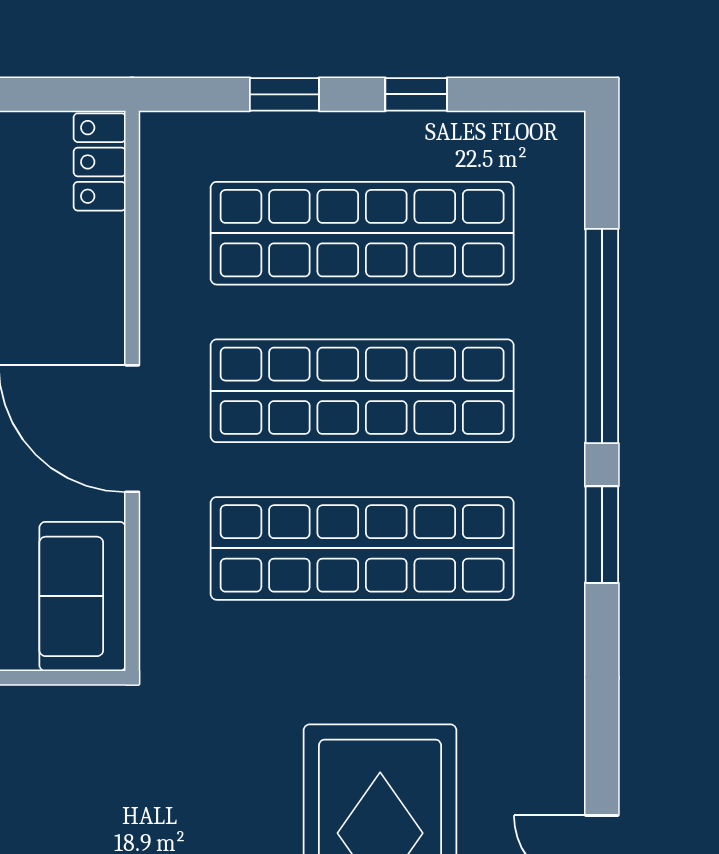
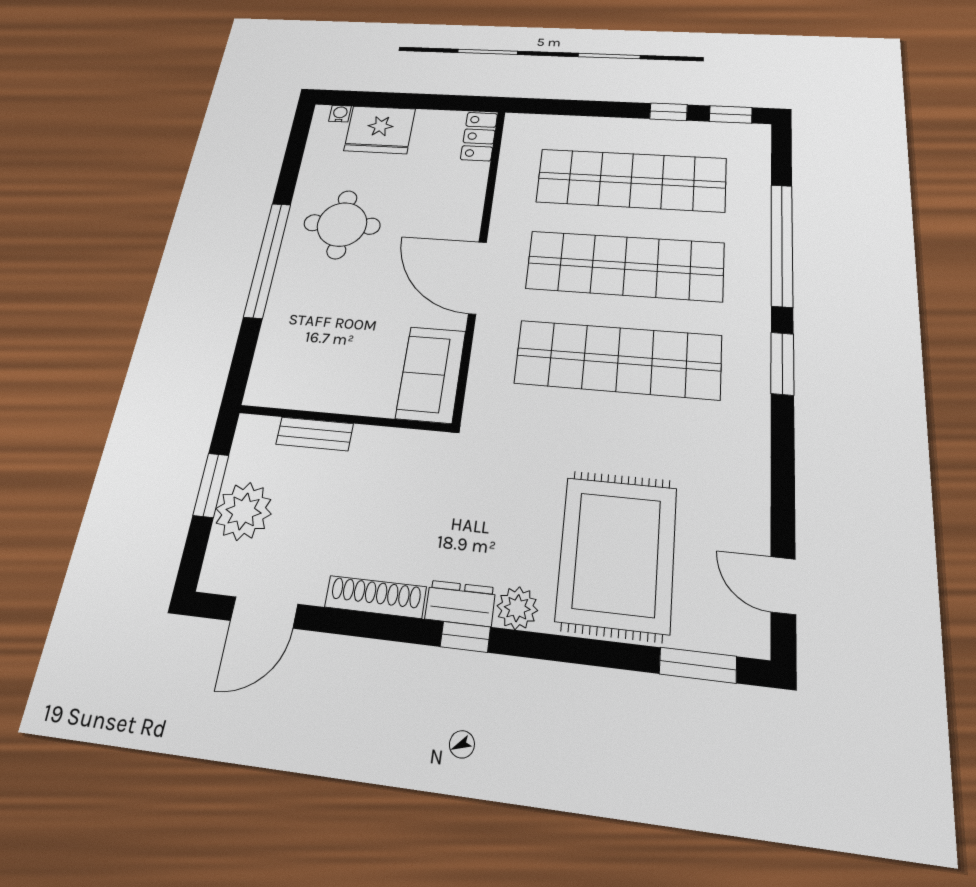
window: (284, 94) -> (731, 114), moved

